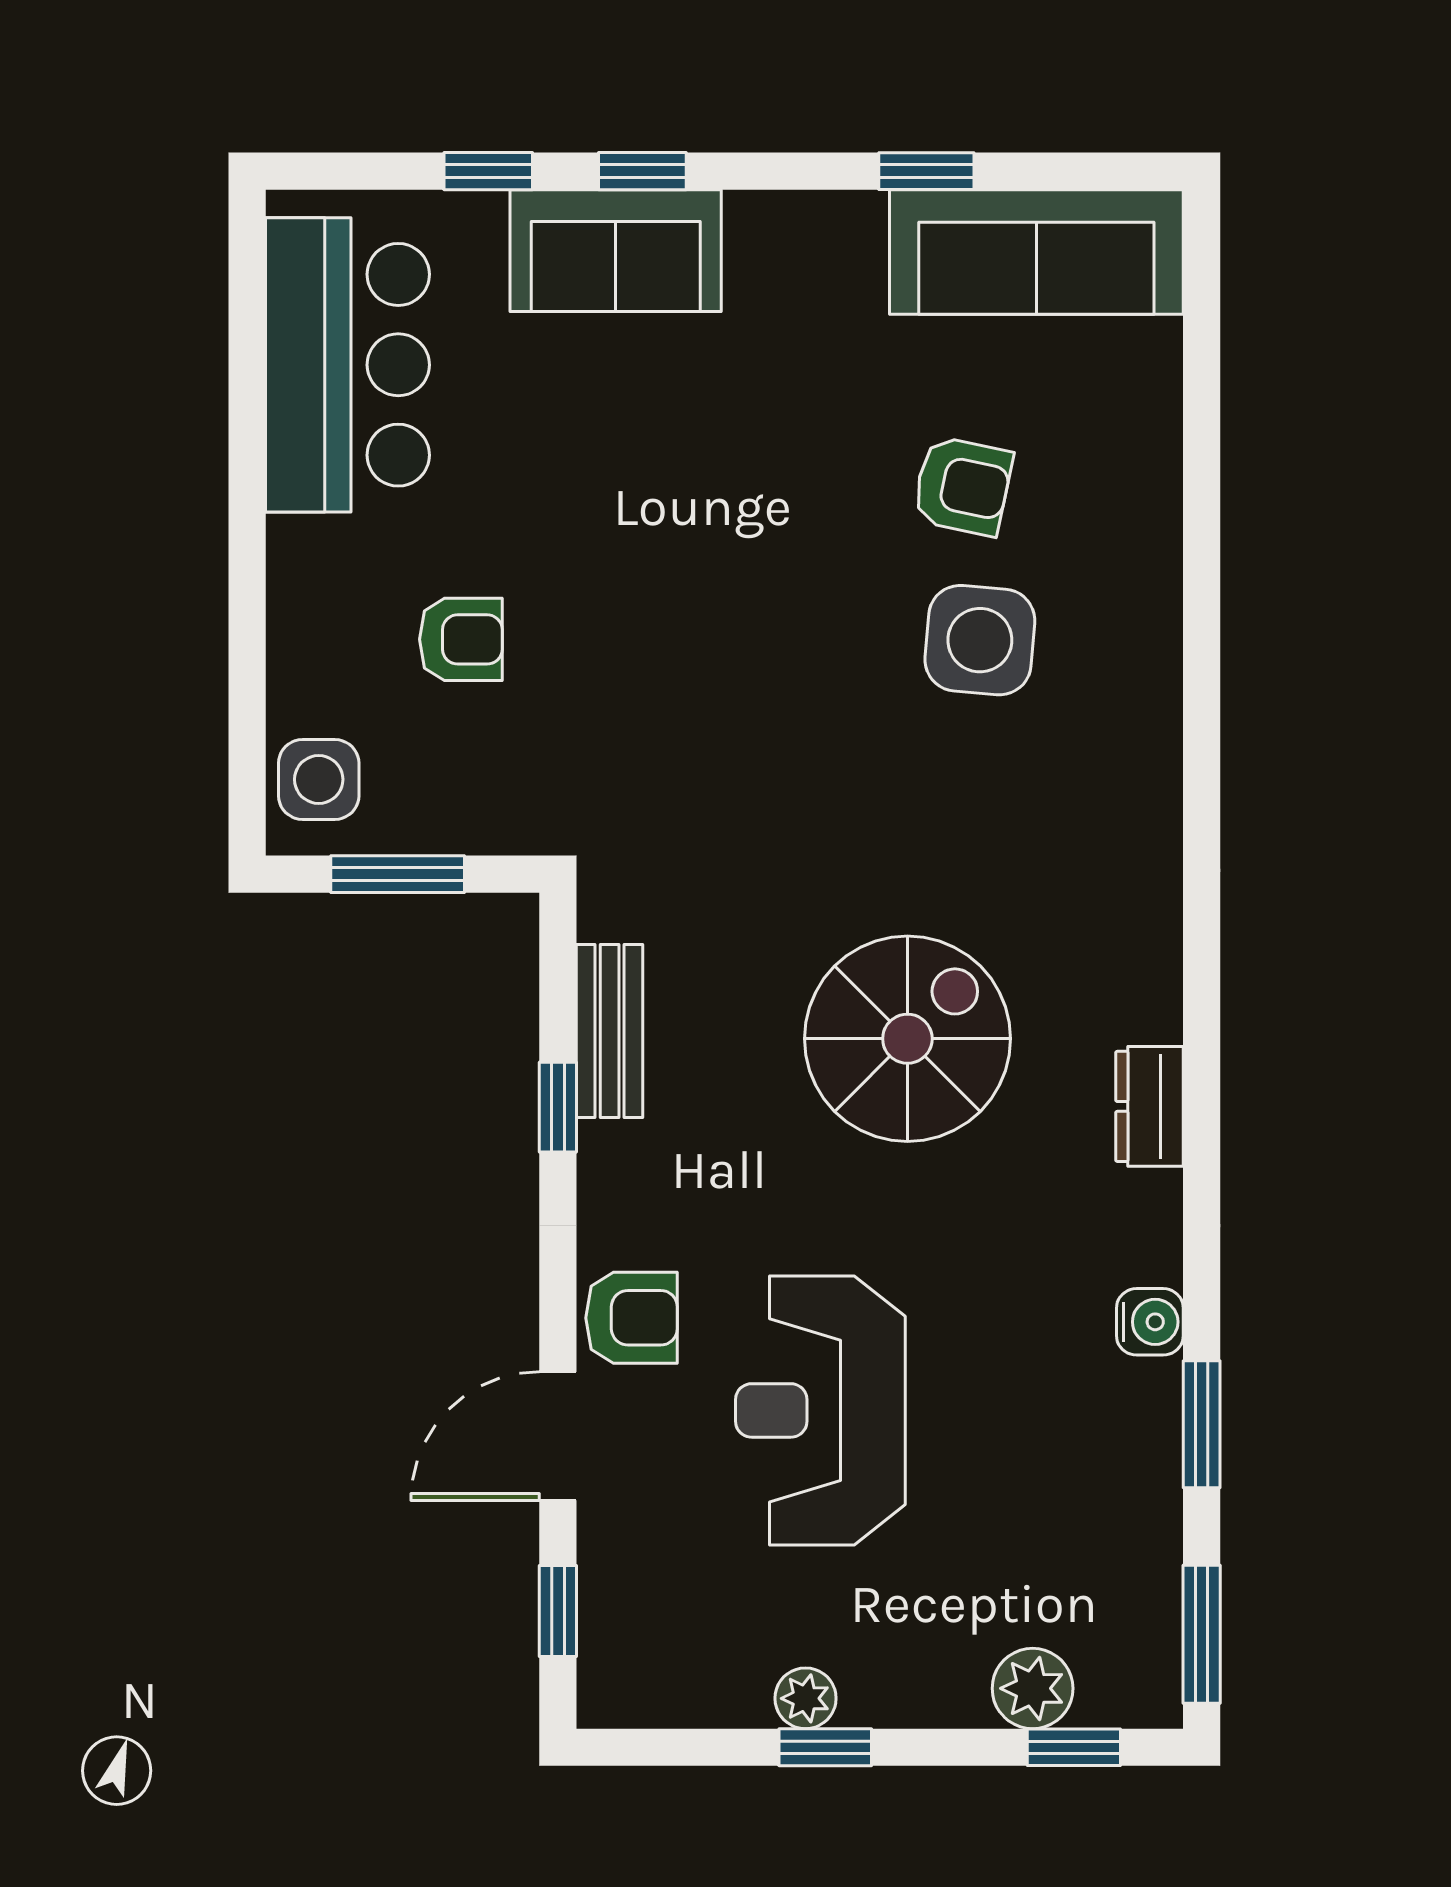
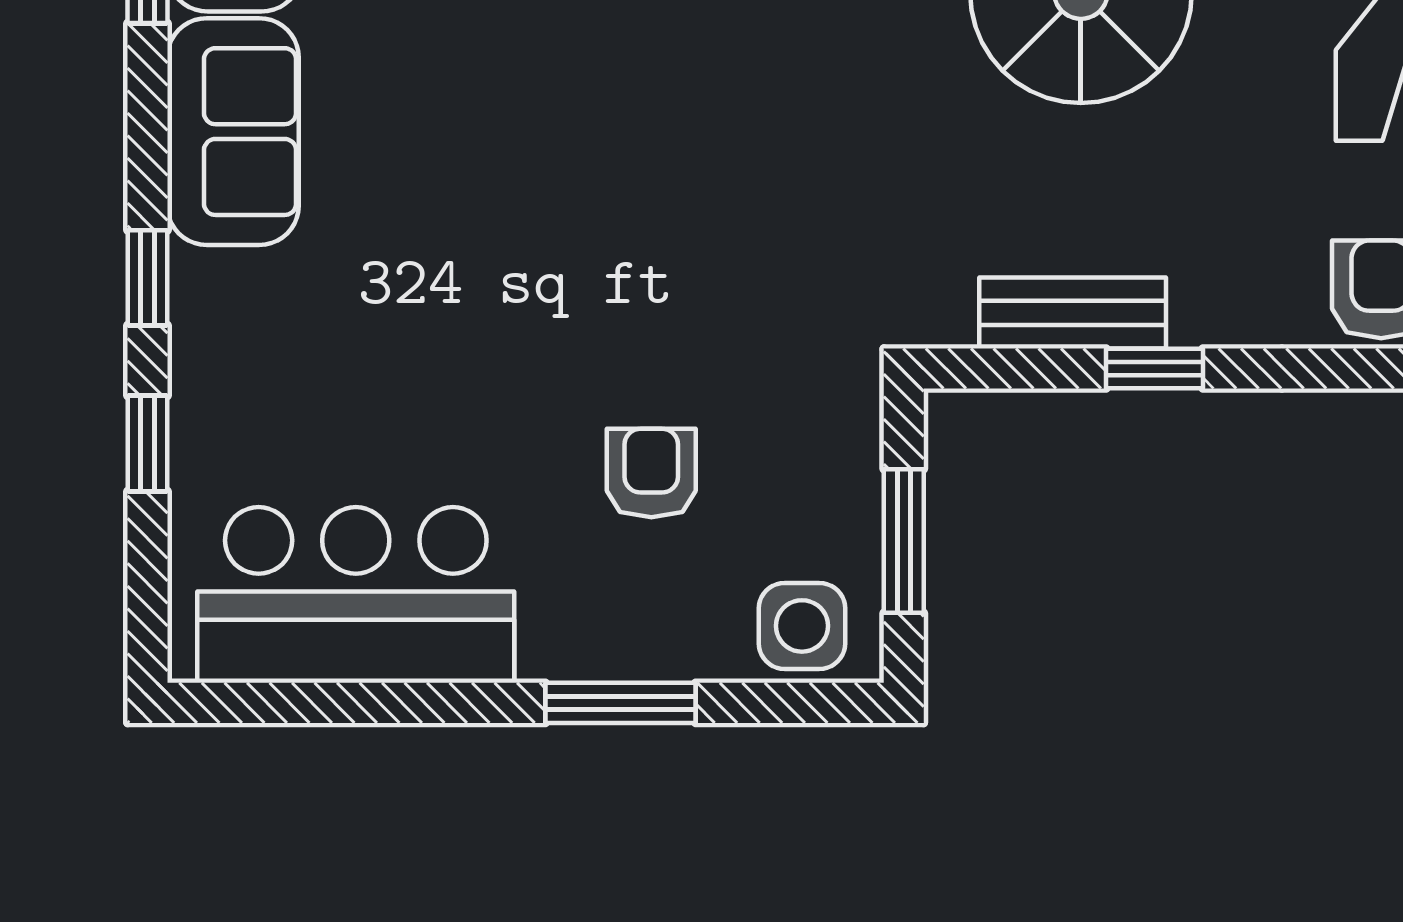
sofa: (616, 251) -> (233, 132), moved
window: (247, 611) -> (621, 703), added

